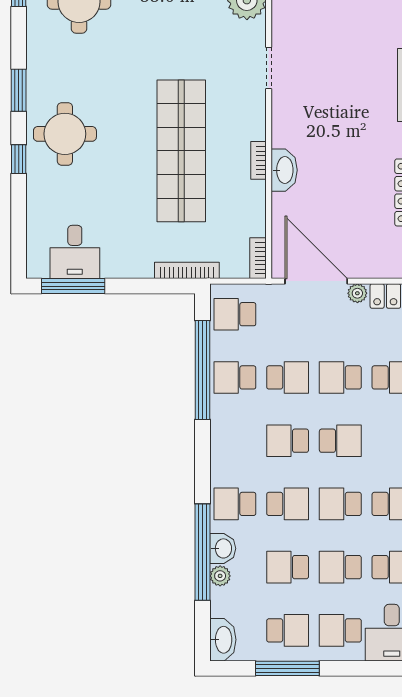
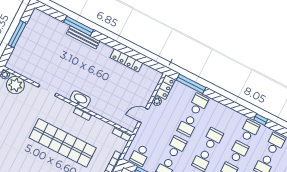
washbasin: (284, 170) -> (80, 99), moved
door: (316, 281) -> (143, 115), width x0.53
school desk: (340, 504) -> (239, 152), turned 180

